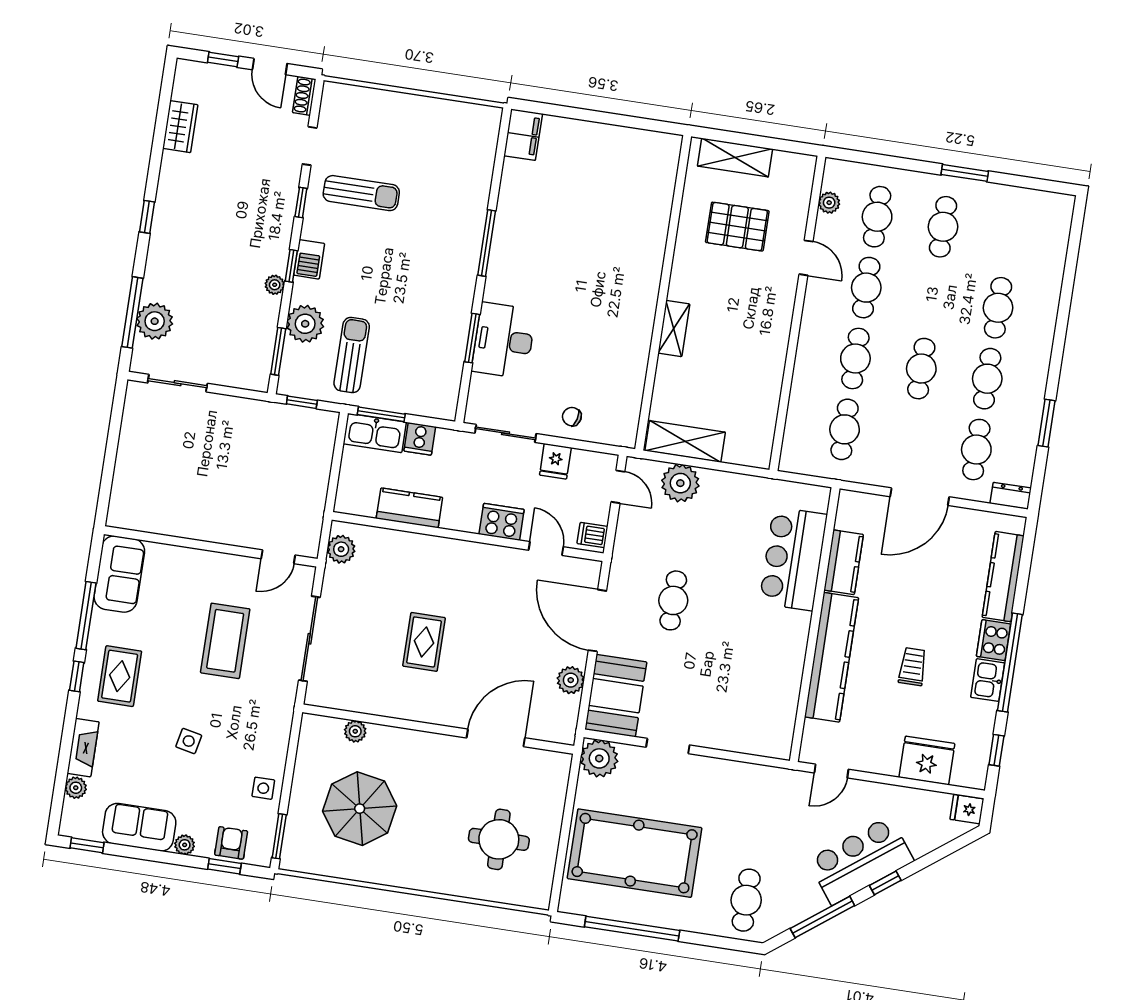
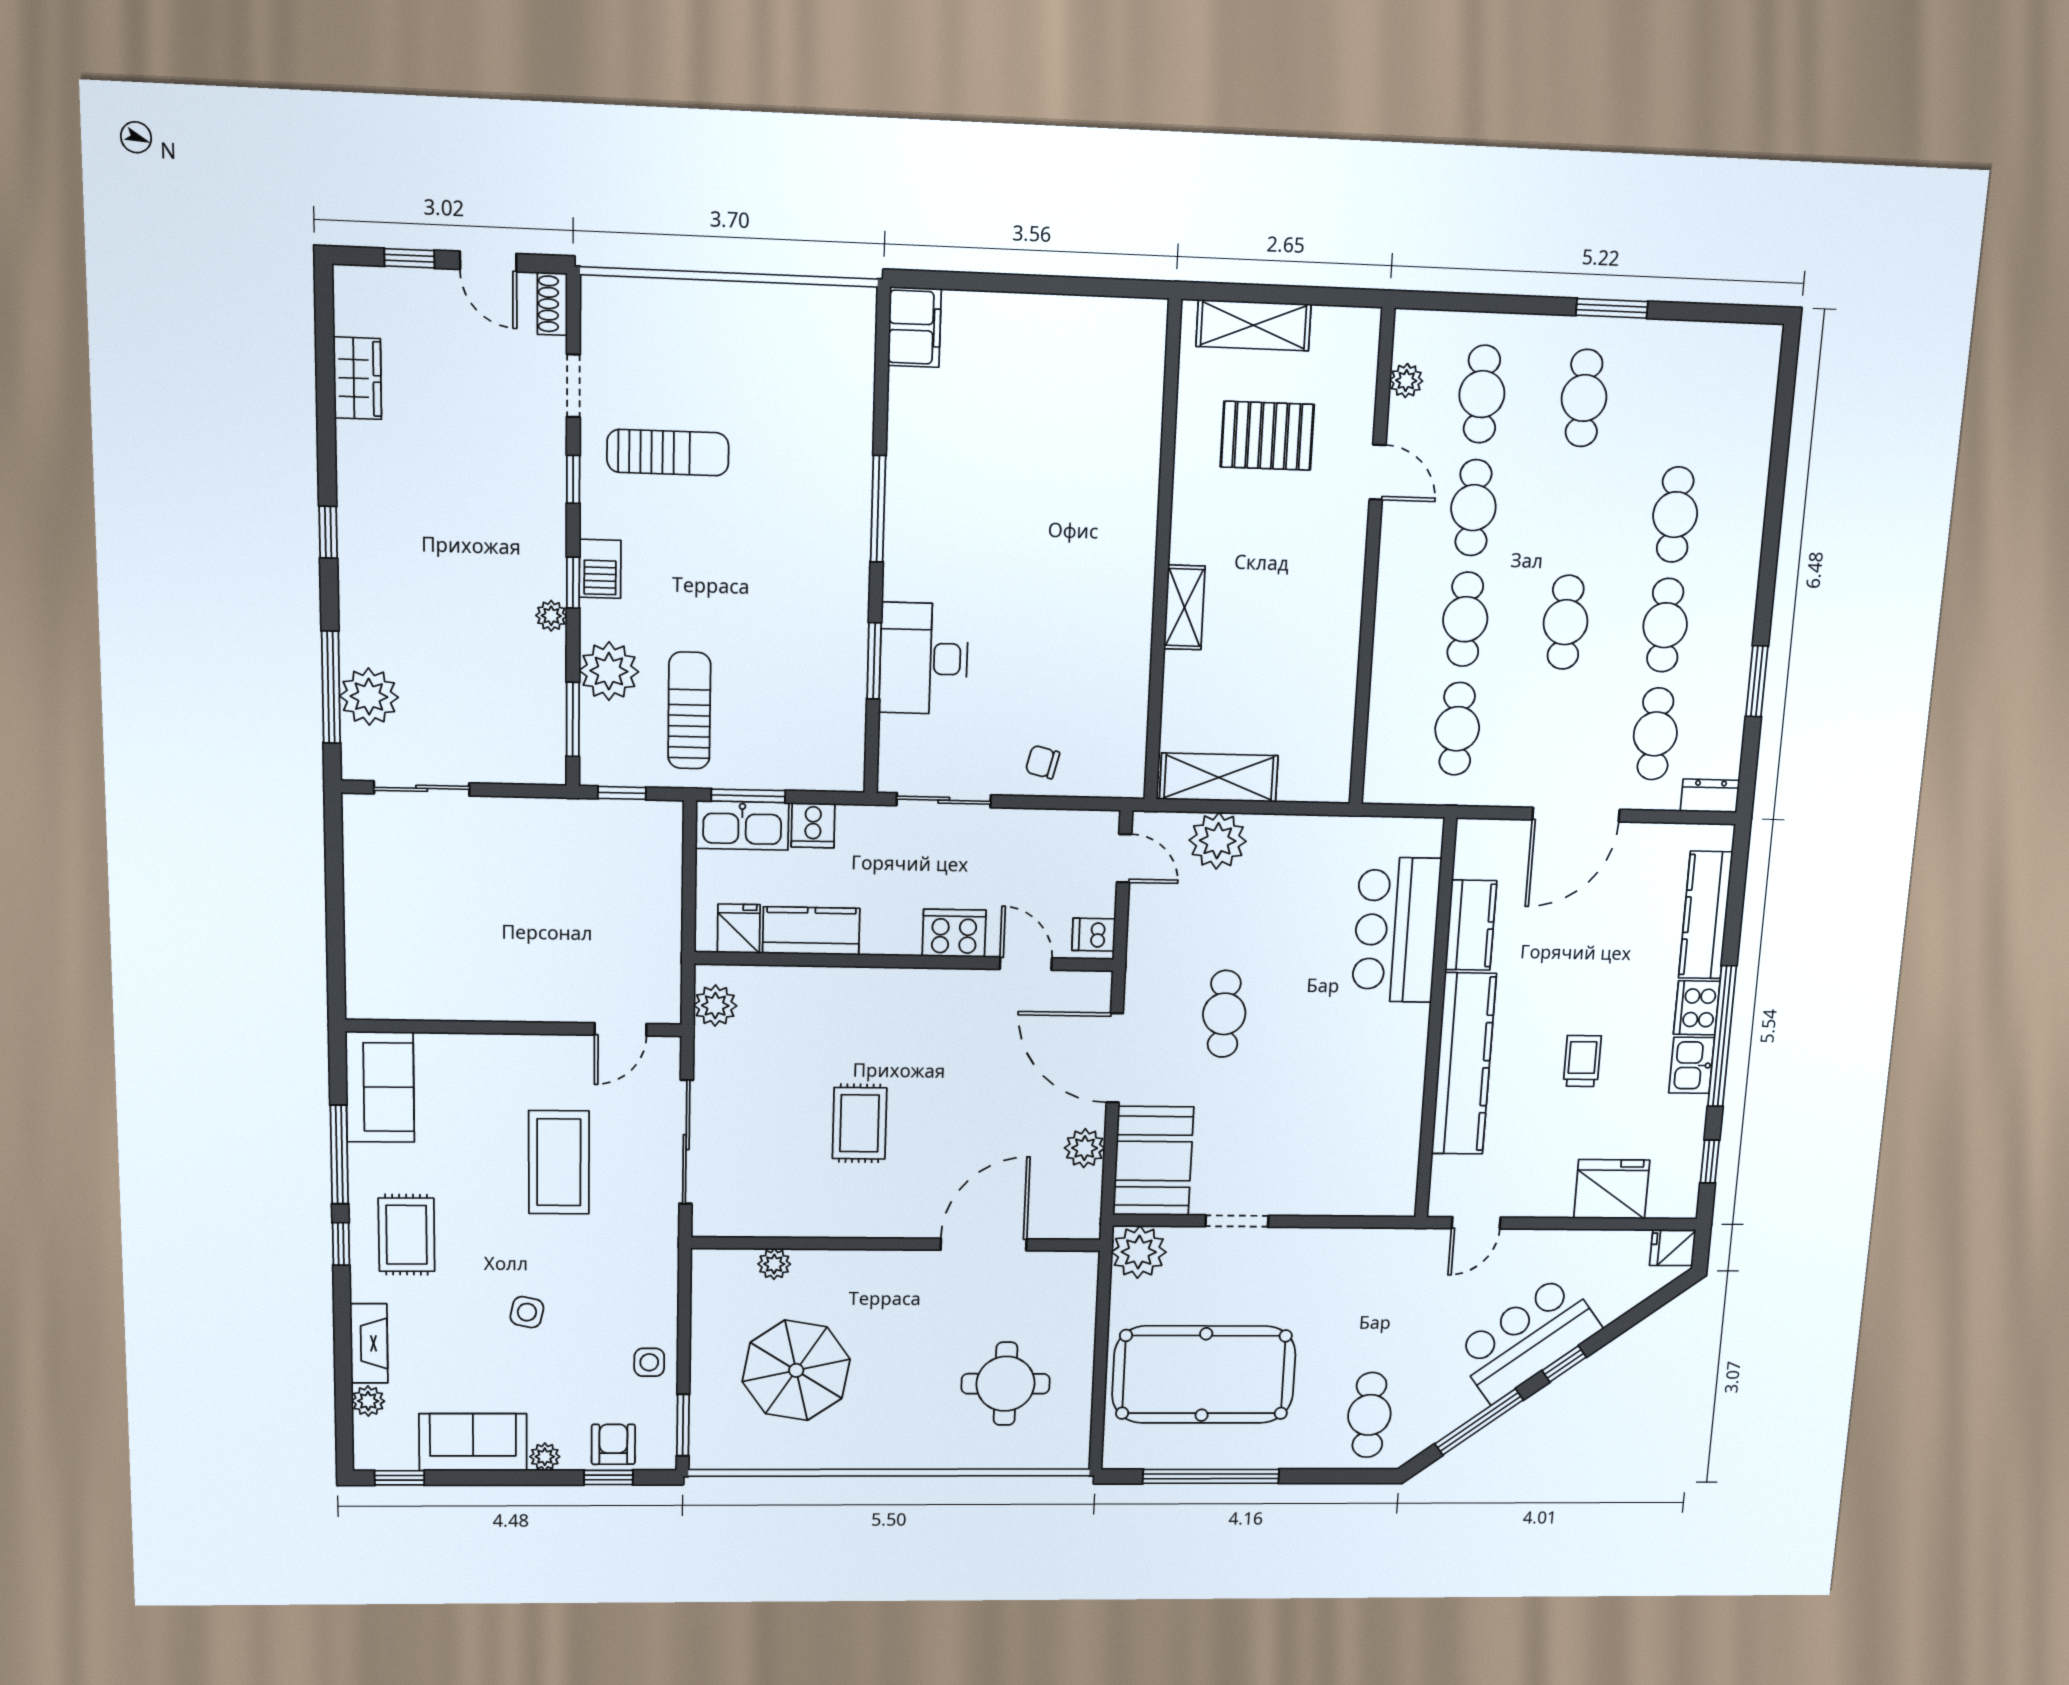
fridge: (555, 461) -> (739, 929), moved, turned 180

